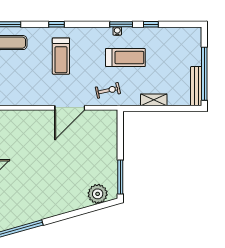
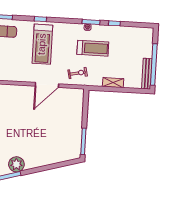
treadmill: (61, 56) -> (42, 44), width x1.37, depth x1.38
plant: (98, 194) -> (16, 164), moved

